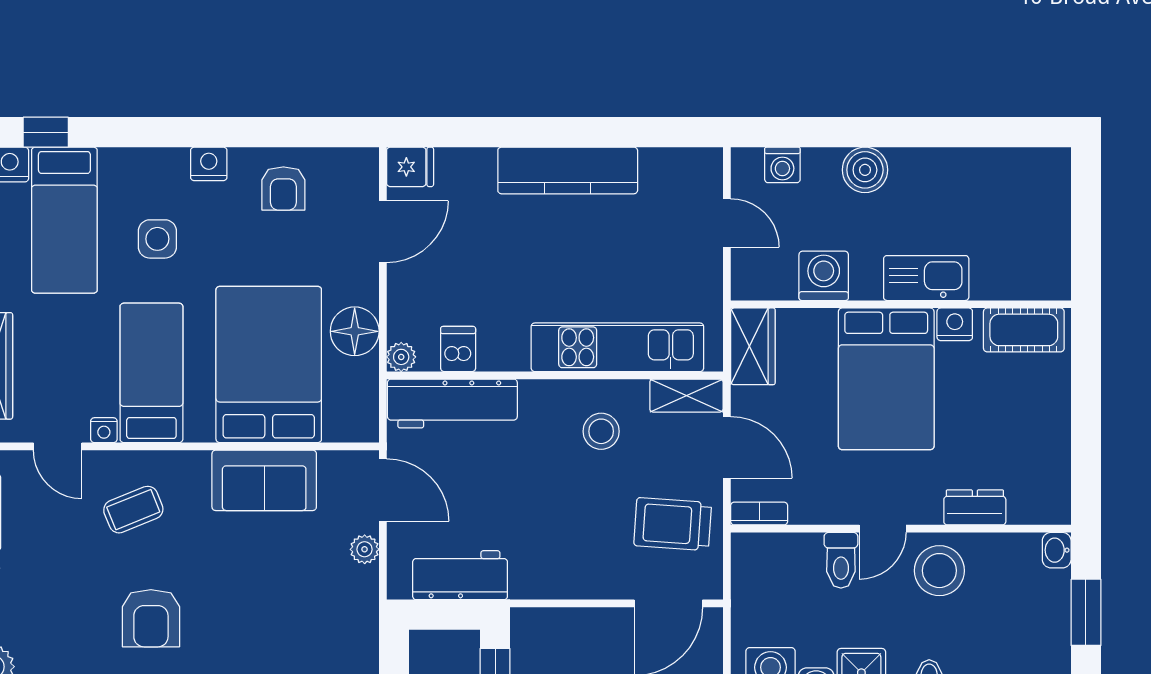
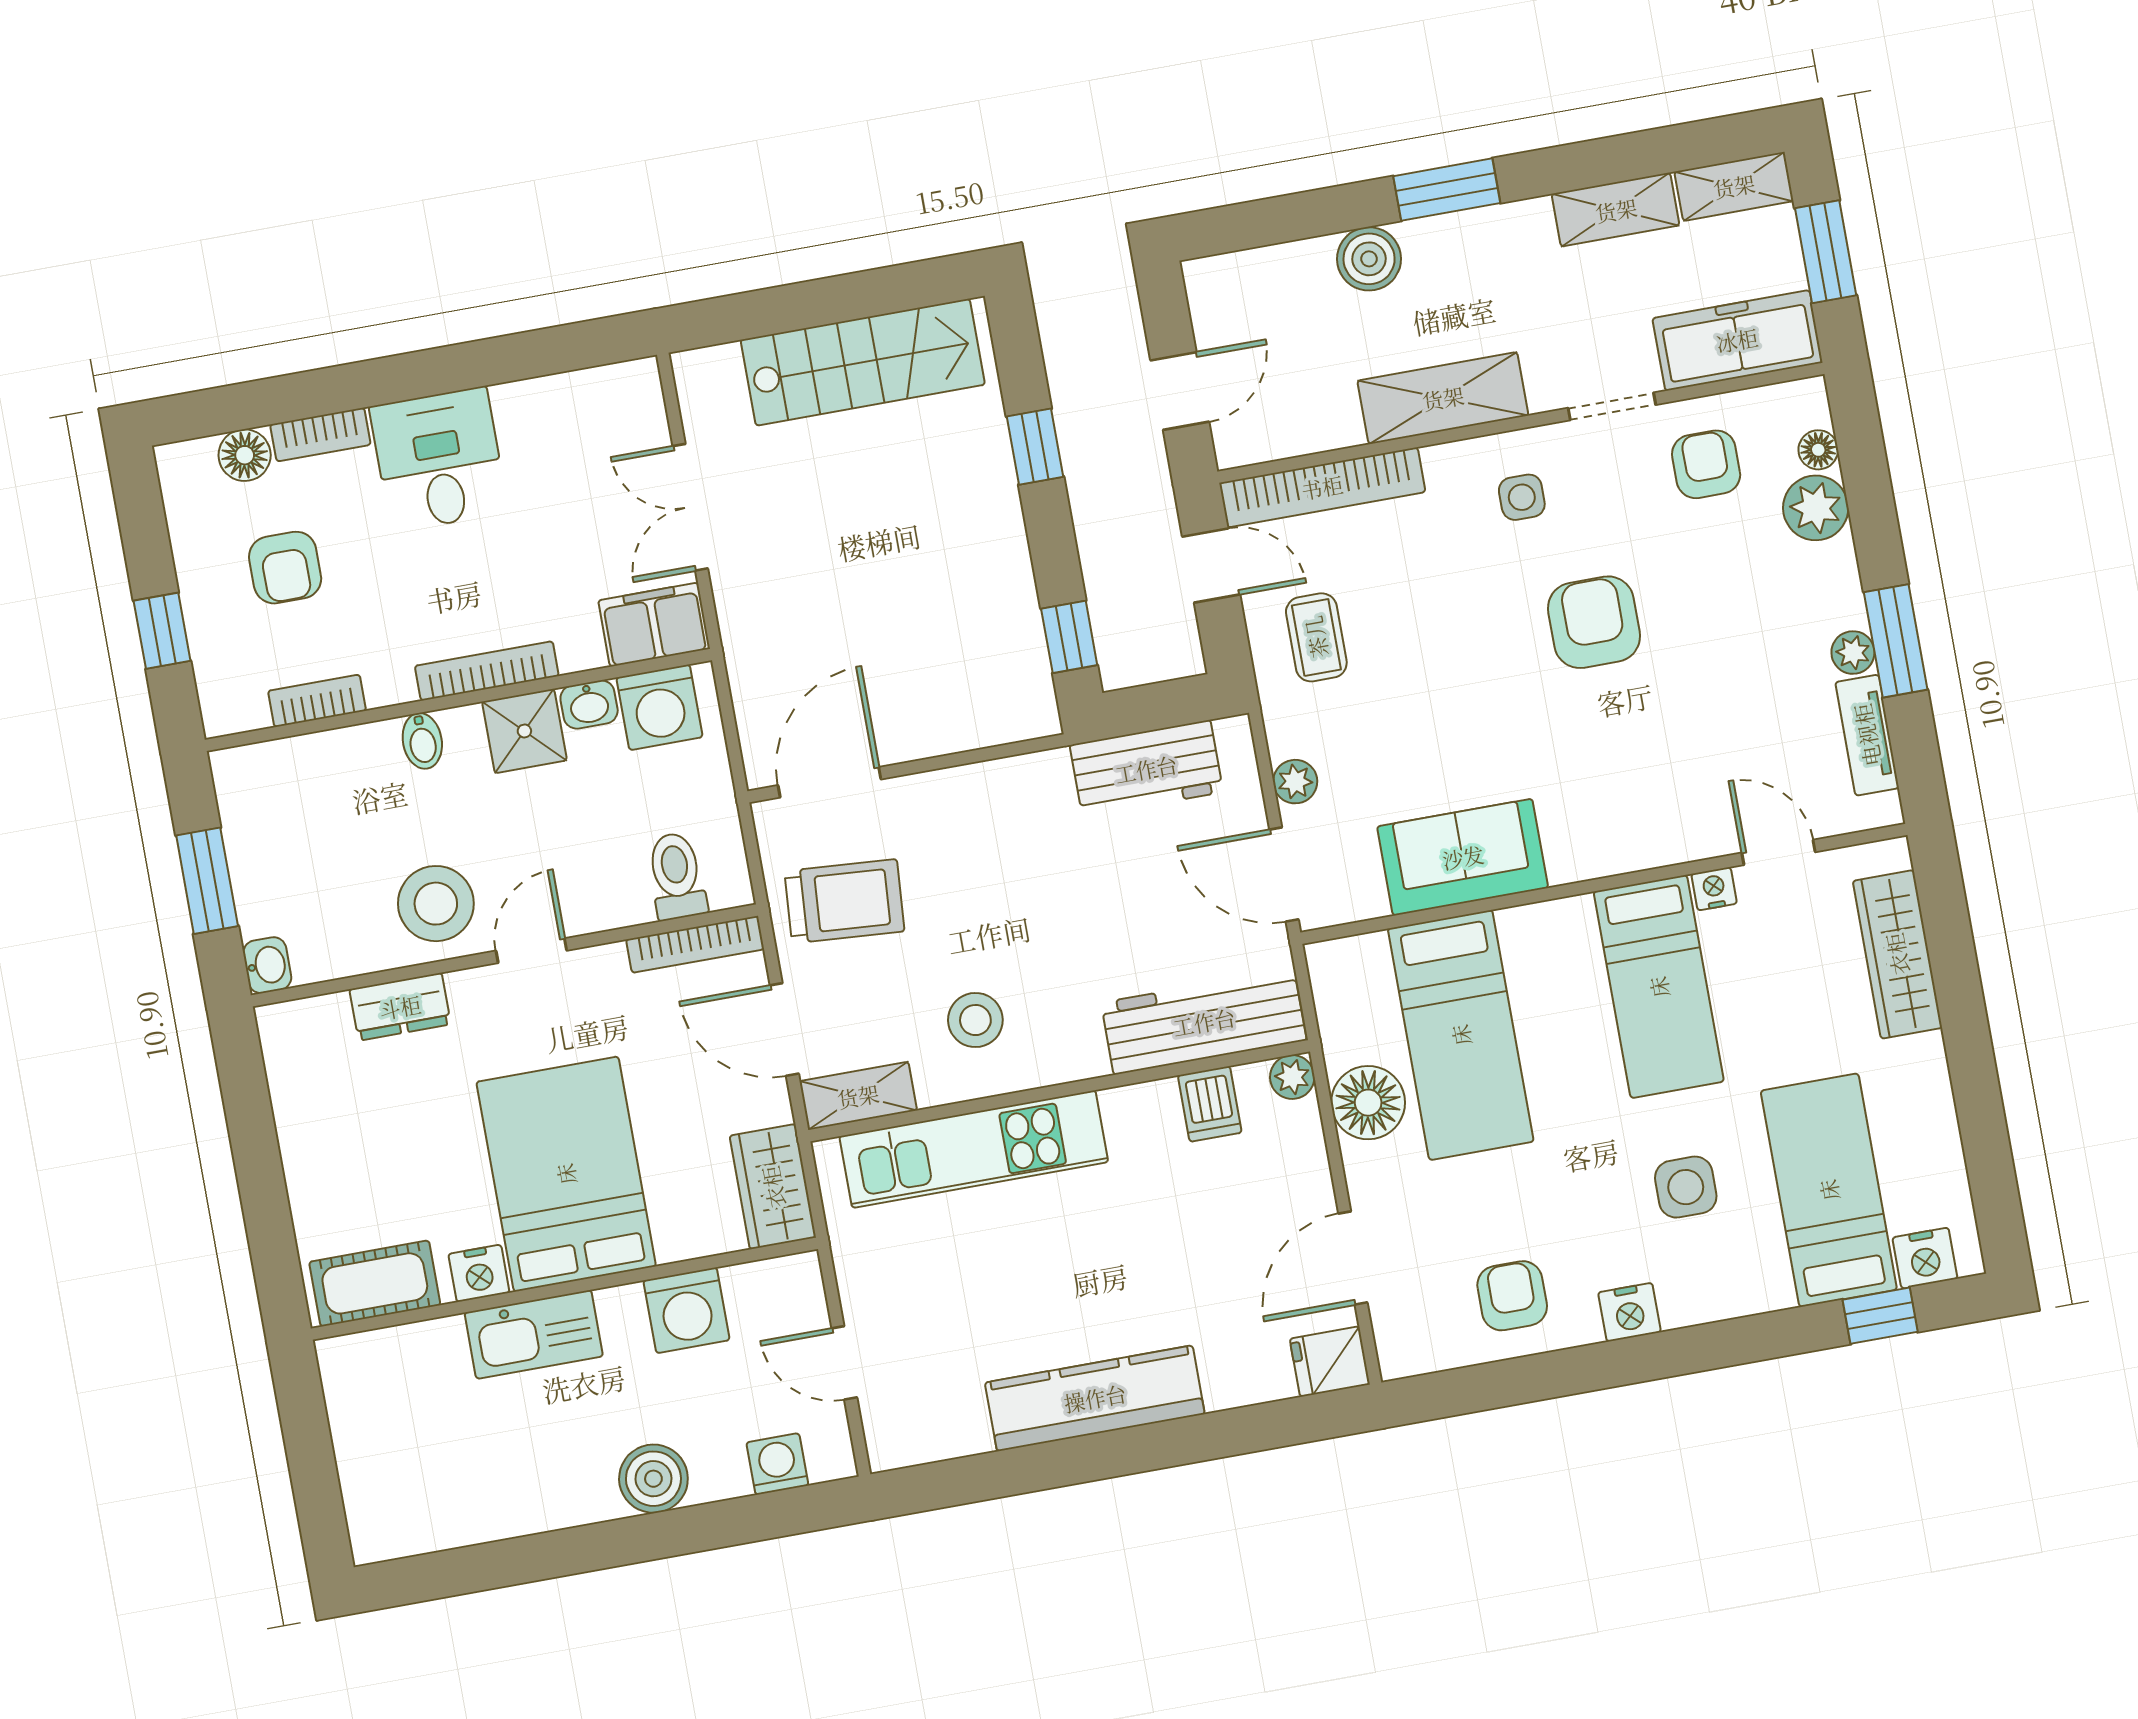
bed: (269, 365) -> (1461, 1035), width x0.67
coffee table: (133, 510) -> (1316, 637), moved, turned -68
bookcase: (759, 514) -> (695, 944), width x1.56
toilet: (841, 560) -> (677, 876), moved

